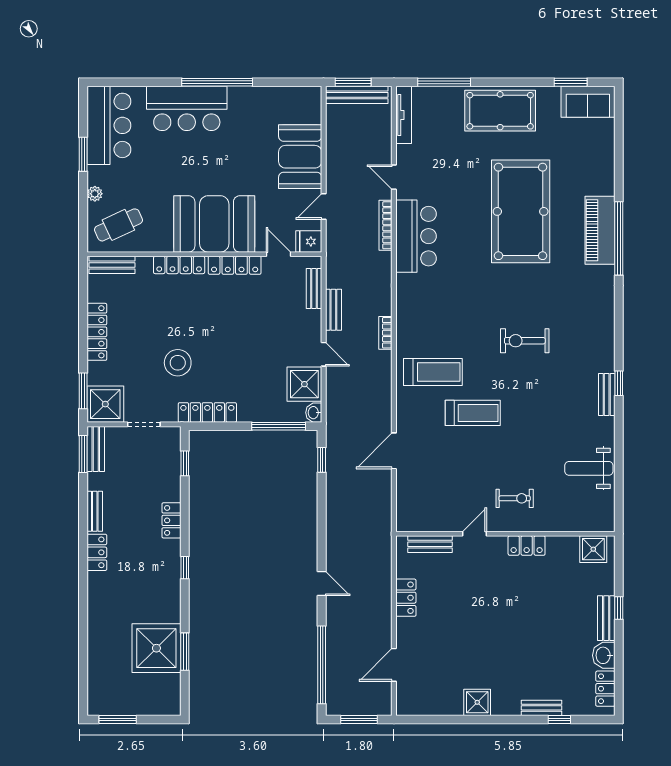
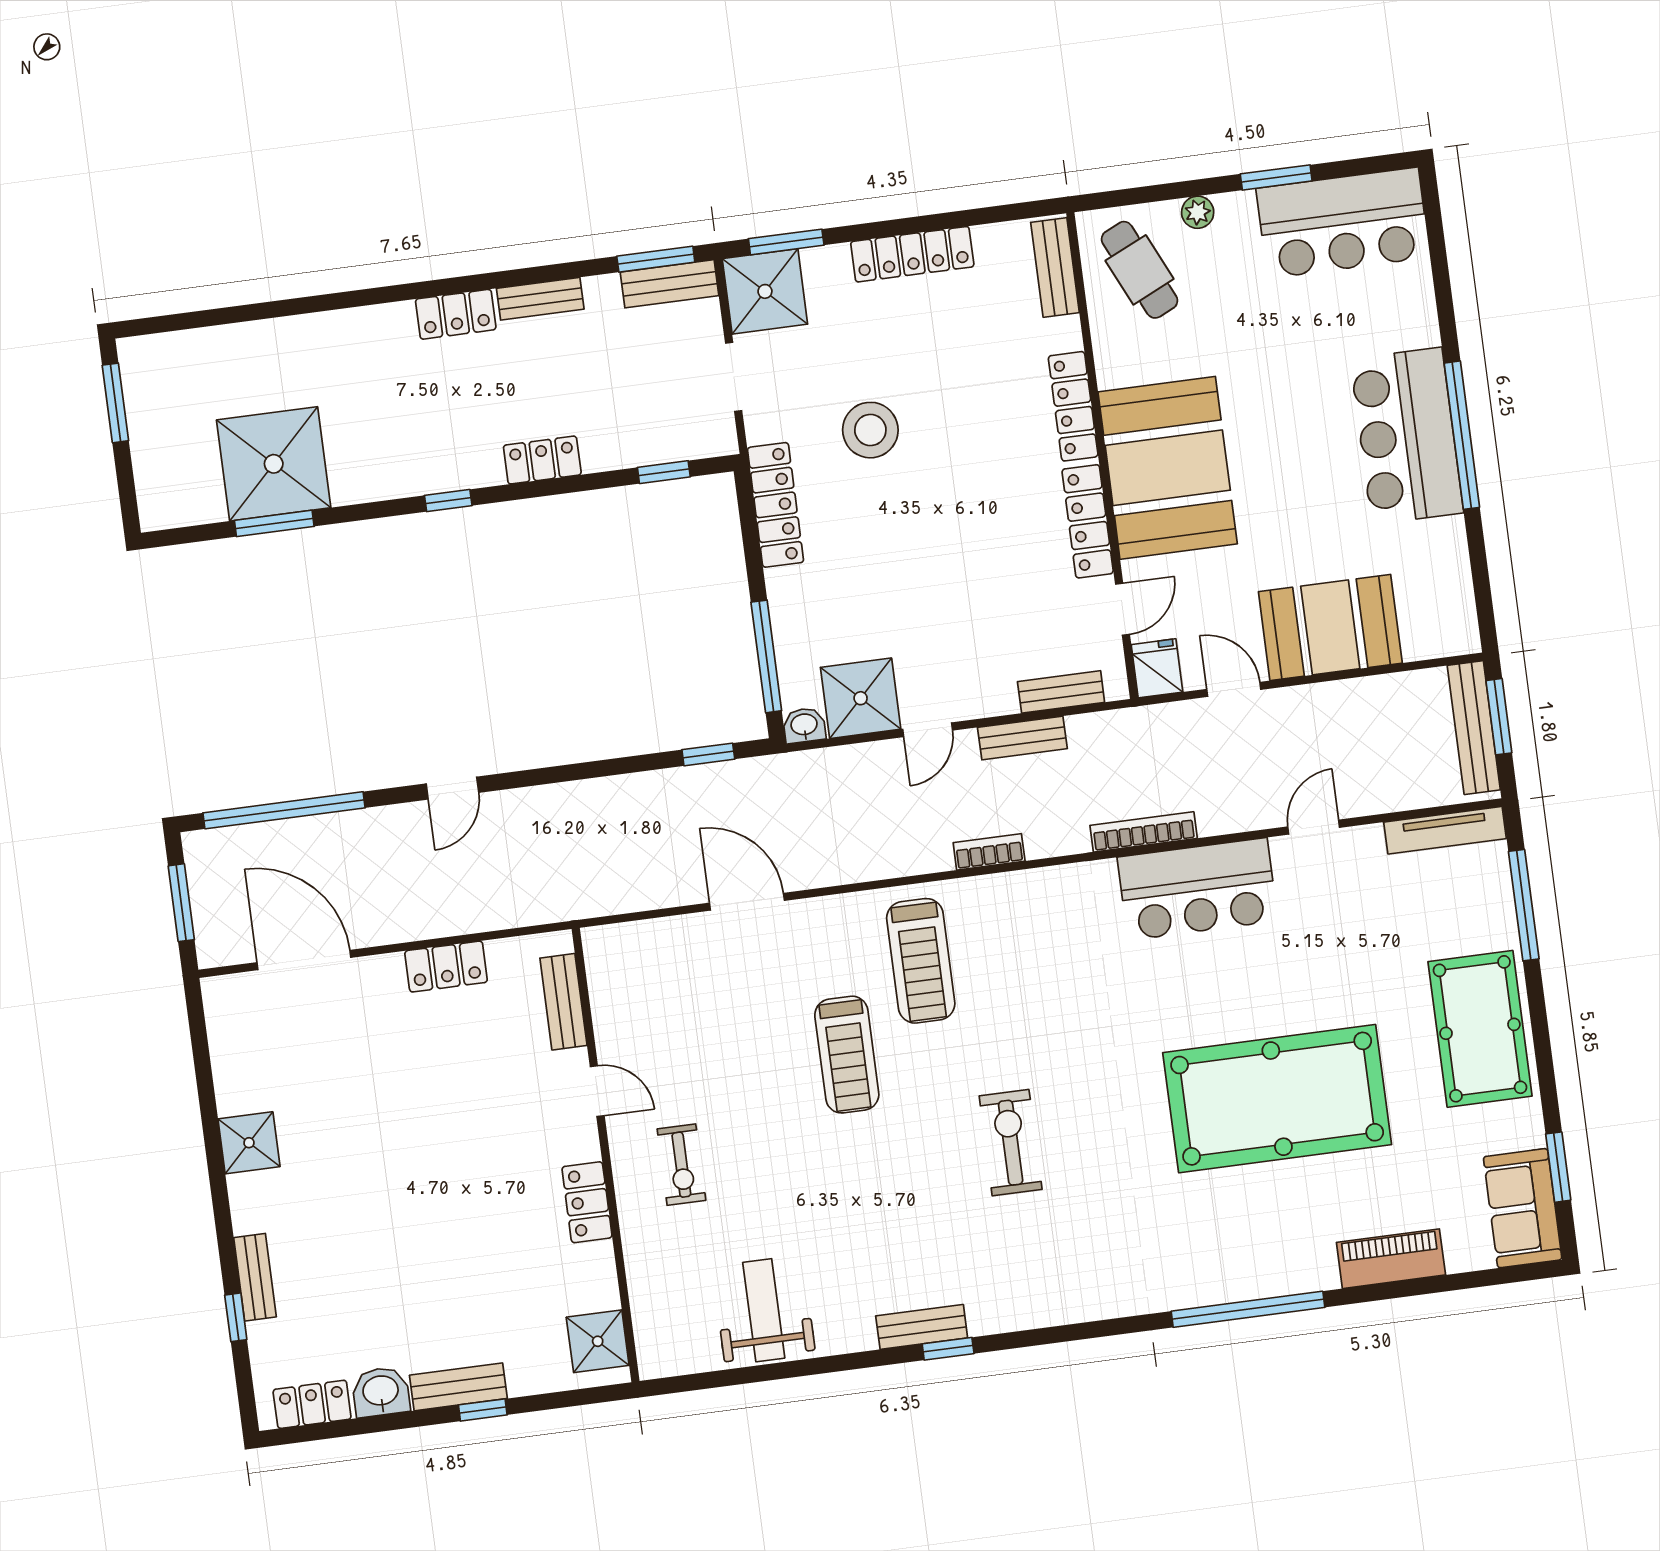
bar counter: (187, 108) -> (1407, 436), moved
bookcase: (386, 225) -> (1144, 832), moved
piano: (600, 230) -> (1391, 1259), moved, width x0.73, depth x0.75
door: (394, 665) -> (304, 960), width x1.36

